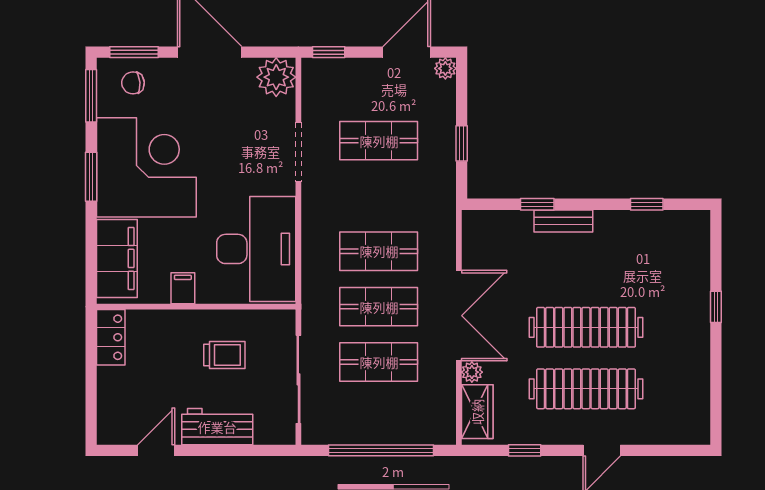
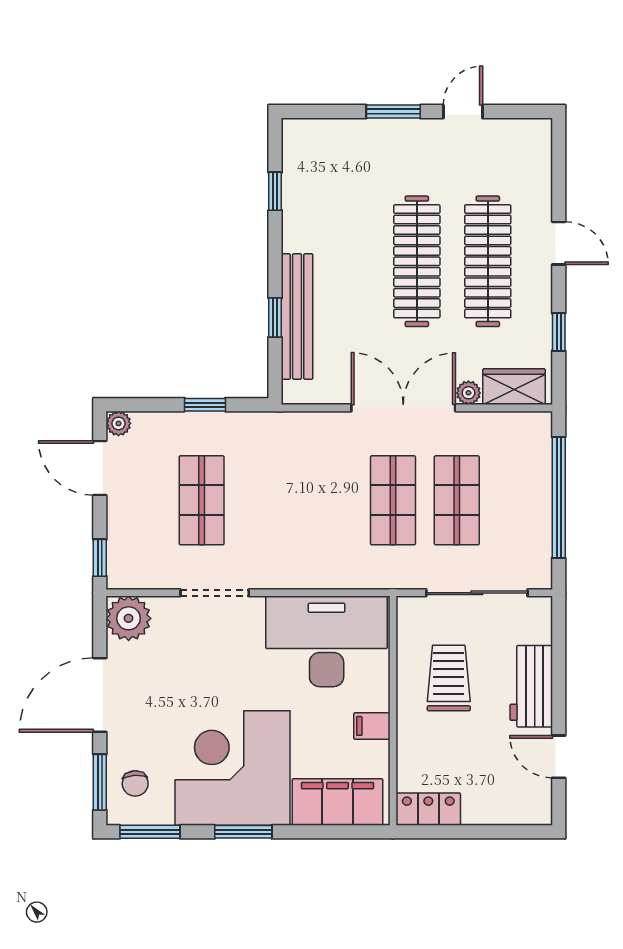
bench: (563, 221) -> (297, 316), width x1.86, depth x1.21
shop shelf: (379, 251) -> (329, 500), removed
window: (716, 307) -> (393, 112), width x1.50
trolley: (224, 355) -> (449, 678), width x1.36, depth x1.39
door: (716, 367) -> (463, 112), added

